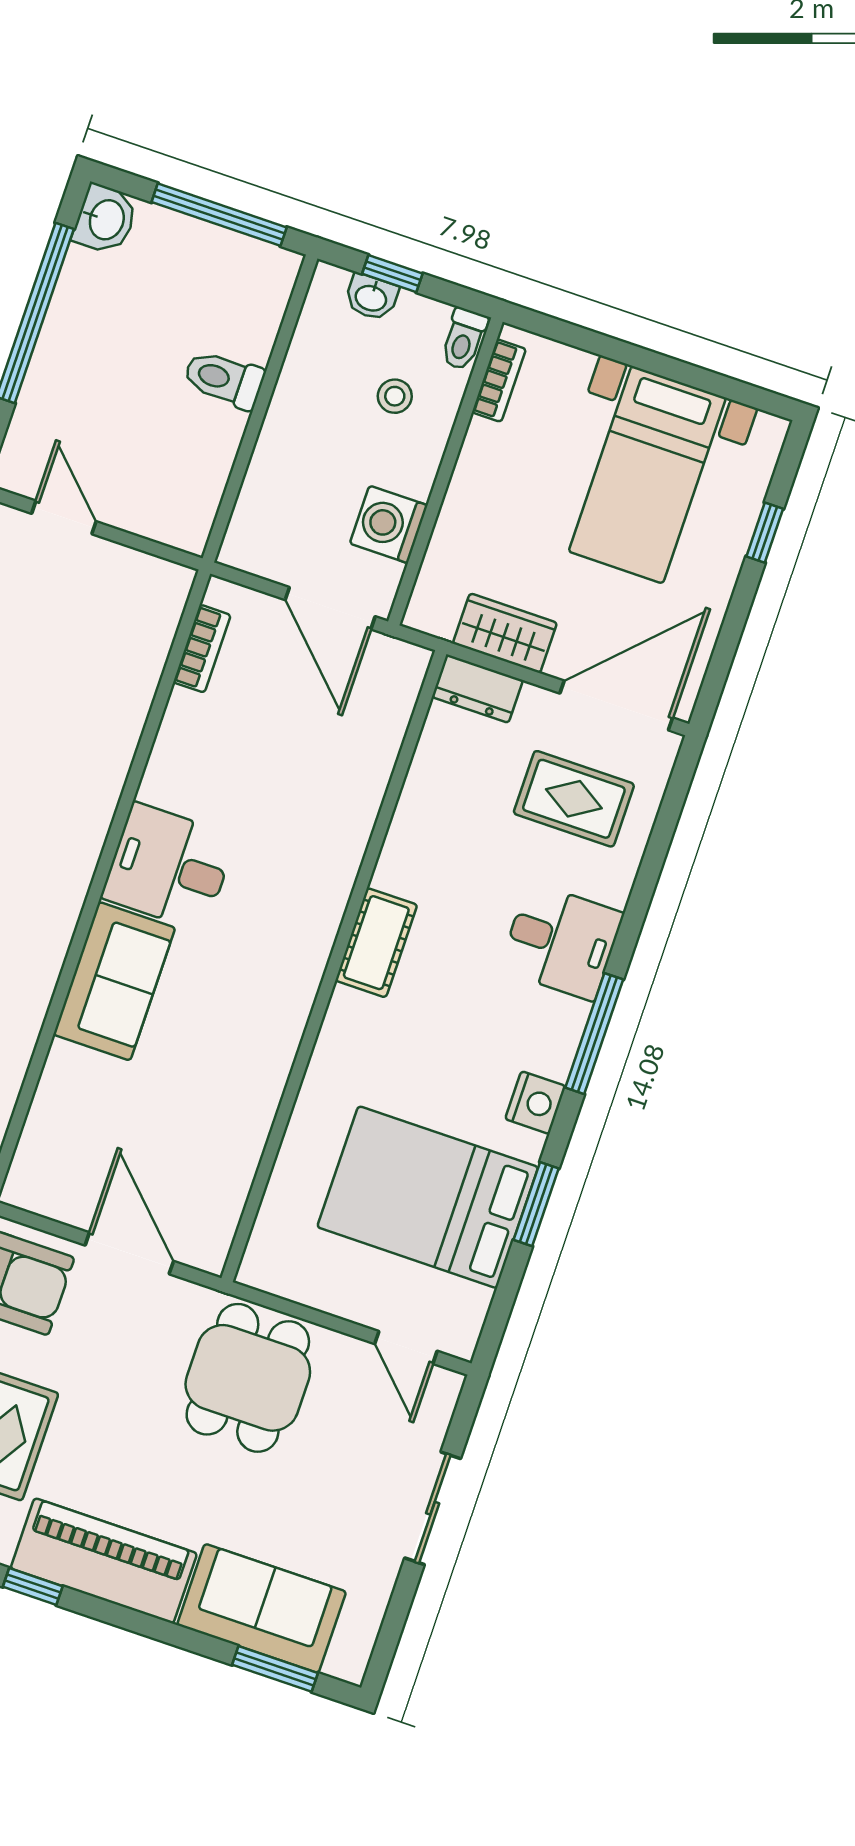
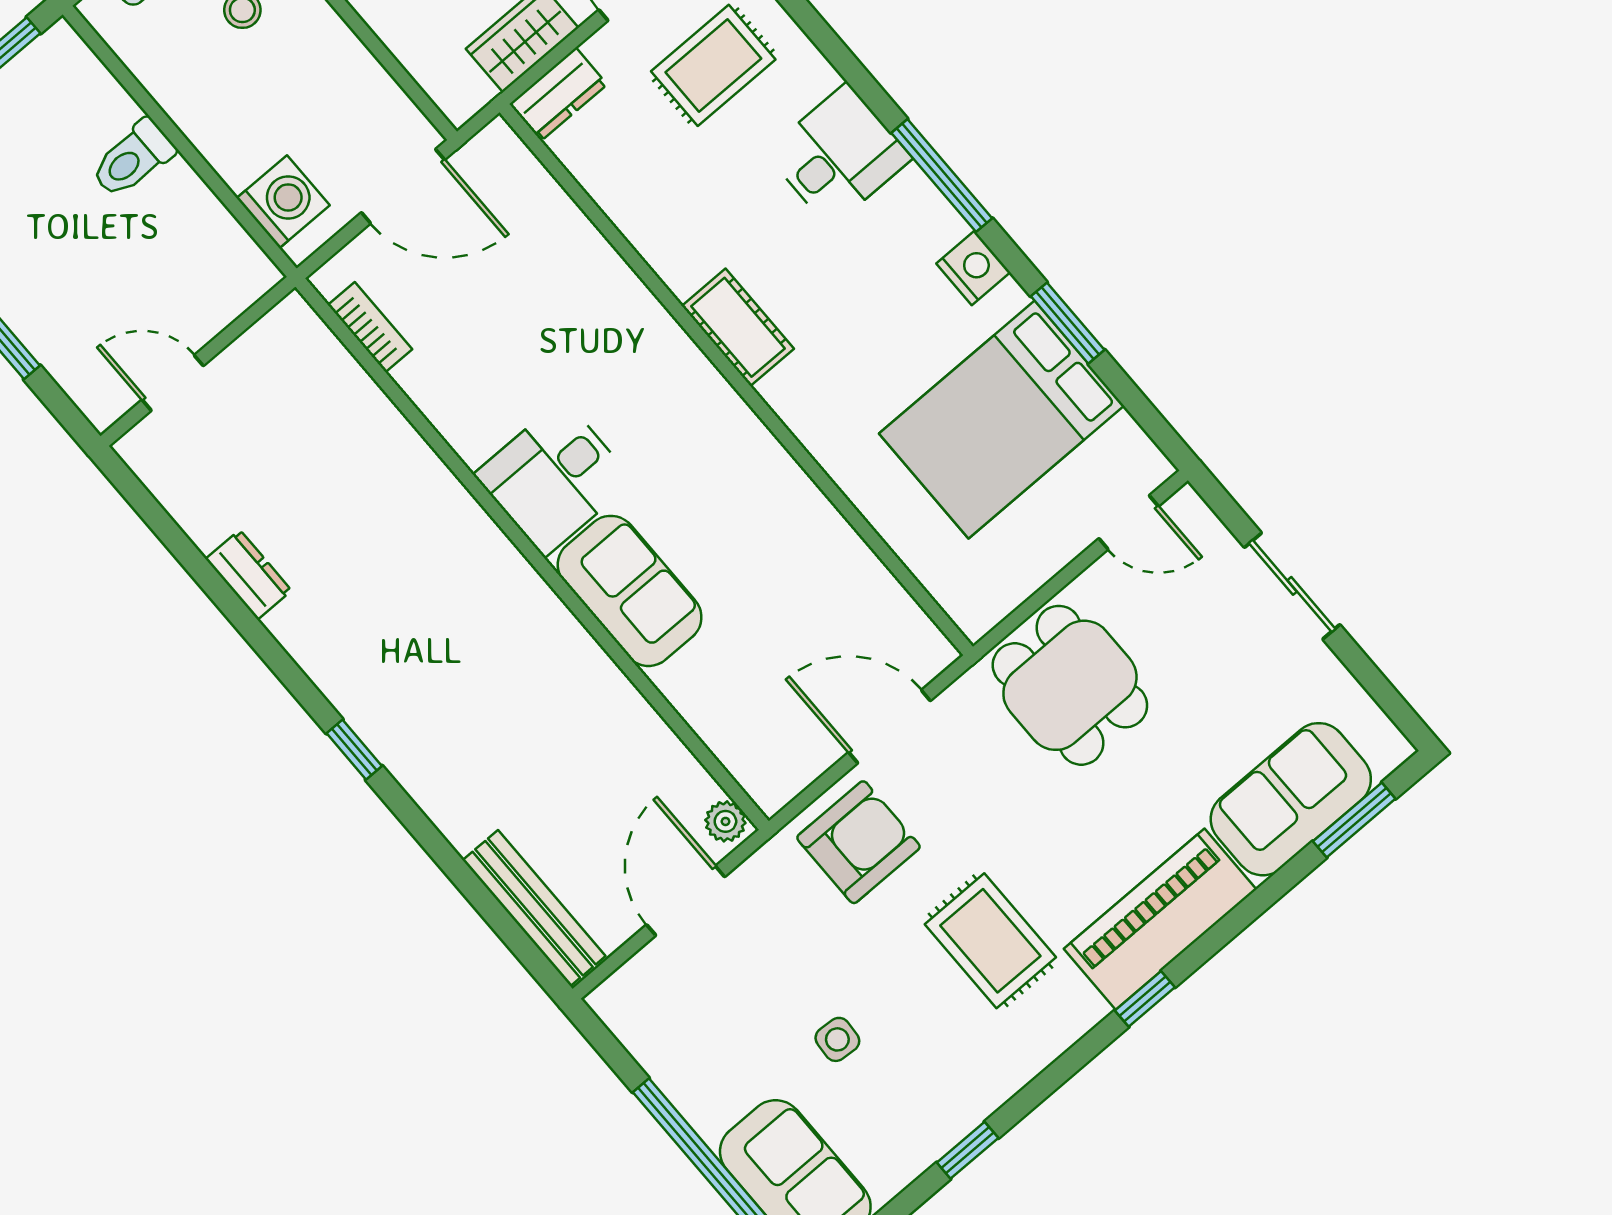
washing machine: (389, 524) -> (283, 202), moved, turned 180

